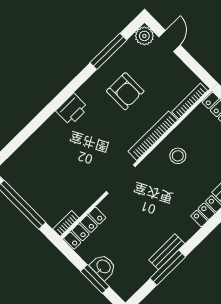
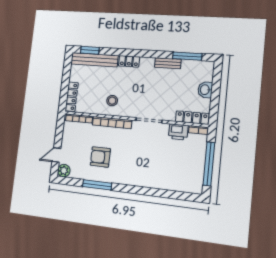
window: (108, 51) -> (97, 185), moved
armchair: (125, 91) -> (100, 157), turned -90
printer: (72, 109) -> (178, 132), moved, turned 180
window: (168, 268) -> (187, 56), moved
window: (95, 279) -> (216, 89), removed

